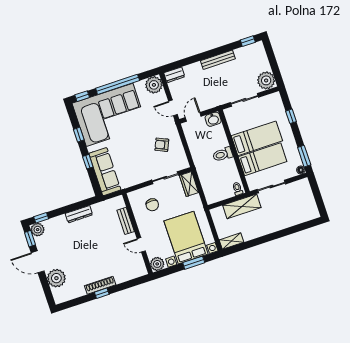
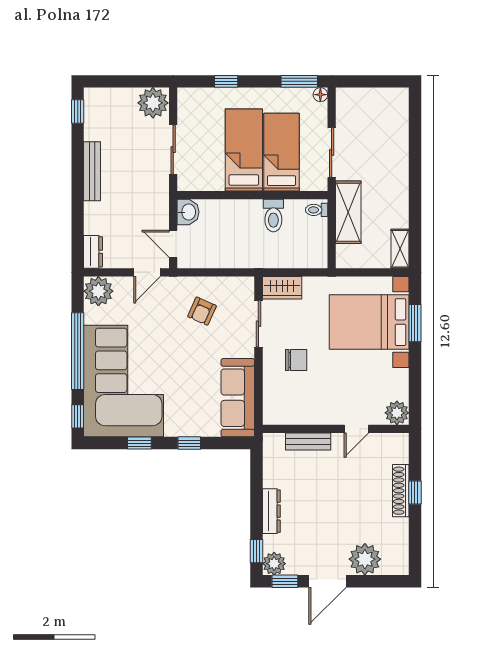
toilet: (223, 154) -> (273, 216), moved
sofa: (105, 172) -> (238, 398), moved, turned -90
dresser: (79, 214) -> (271, 511), moved
bench: (126, 221) -> (308, 441), moved
wall: (137, 234) -> (336, 429), moved
door: (141, 245) -> (356, 429), moved
plant: (157, 264) -> (397, 413), moved

